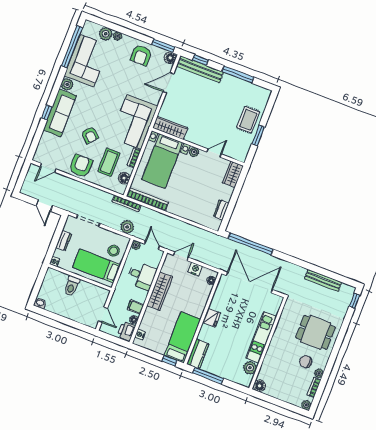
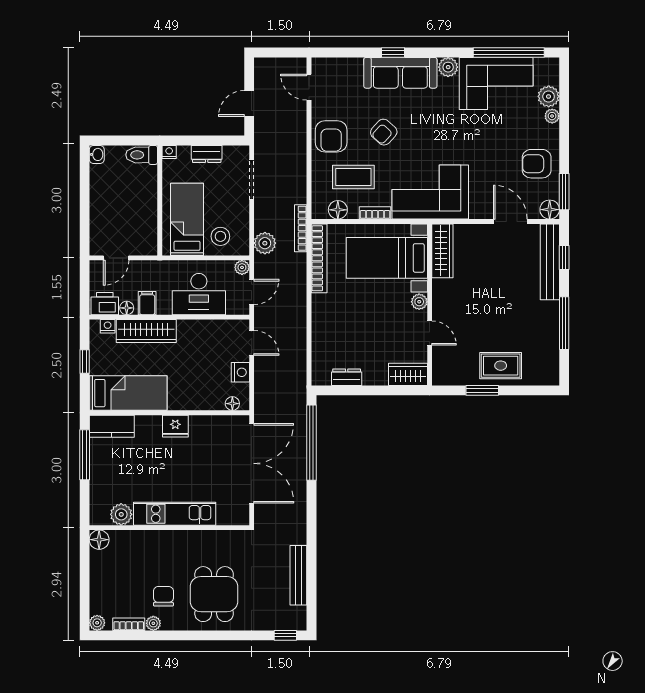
armchair: (81, 166) -> (331, 136), turned 90
desk: (142, 276) -> (199, 294), width x1.37
toilet: (72, 286) -> (142, 155), moved
wardrobe: (160, 291) -> (146, 331), moved
window: (169, 361) -> (85, 361), moved

